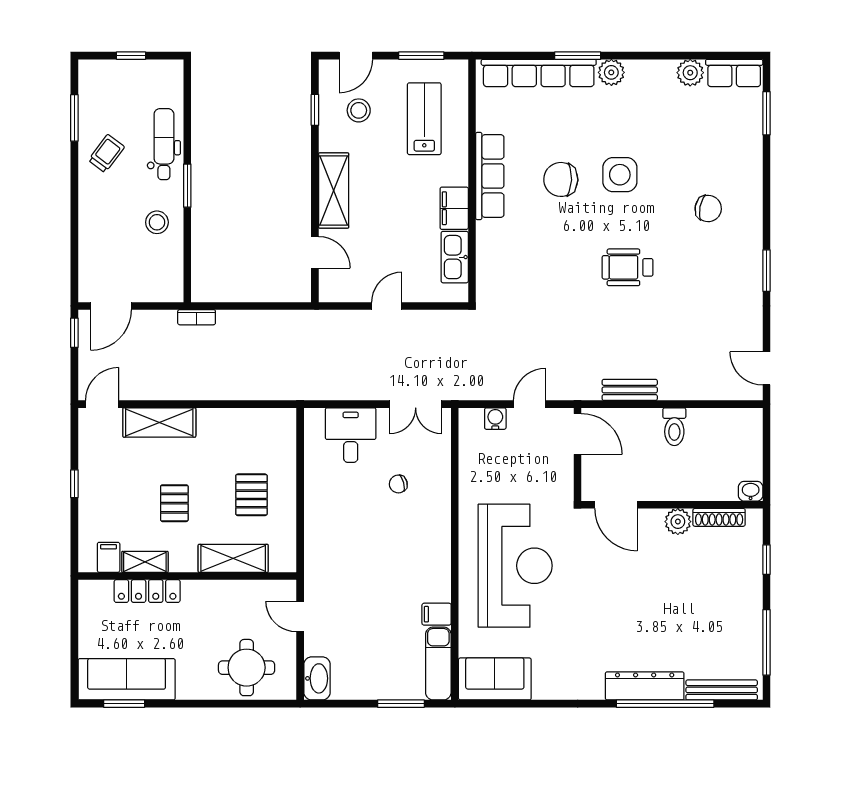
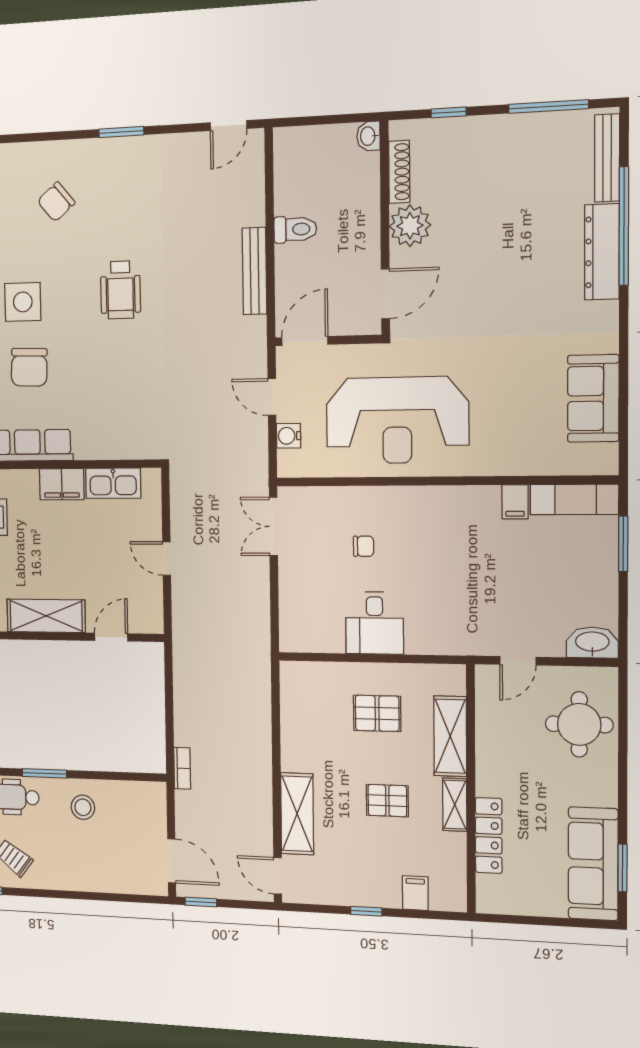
chair: (708, 209) -> (56, 202), turned -141
bench: (630, 390) -> (254, 271), width x1.36
double door: (416, 404) -> (273, 526), swing flipped
desk: (351, 435) -> (375, 623), moved, turned -90
chair: (398, 484) -> (364, 546), turned -75
plant: (678, 522) -> (410, 226), width x1.36, depth x1.36
filing cabinet: (109, 557) -> (415, 893), moved, turned 90
shelving: (145, 562) -> (455, 805), moved
reception desk: (515, 566) -> (397, 420), moved, turned 180
sofa: (495, 679) -> (593, 398), moved

